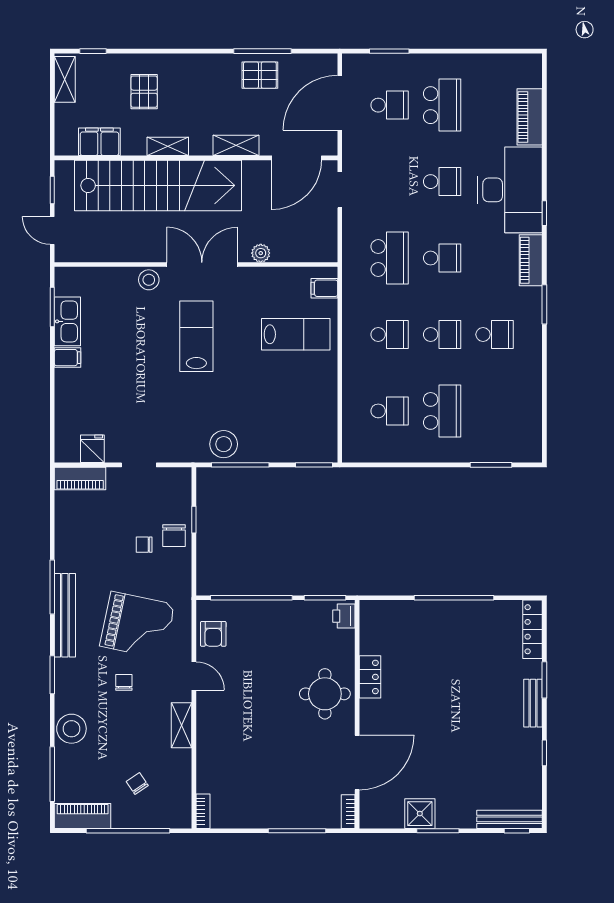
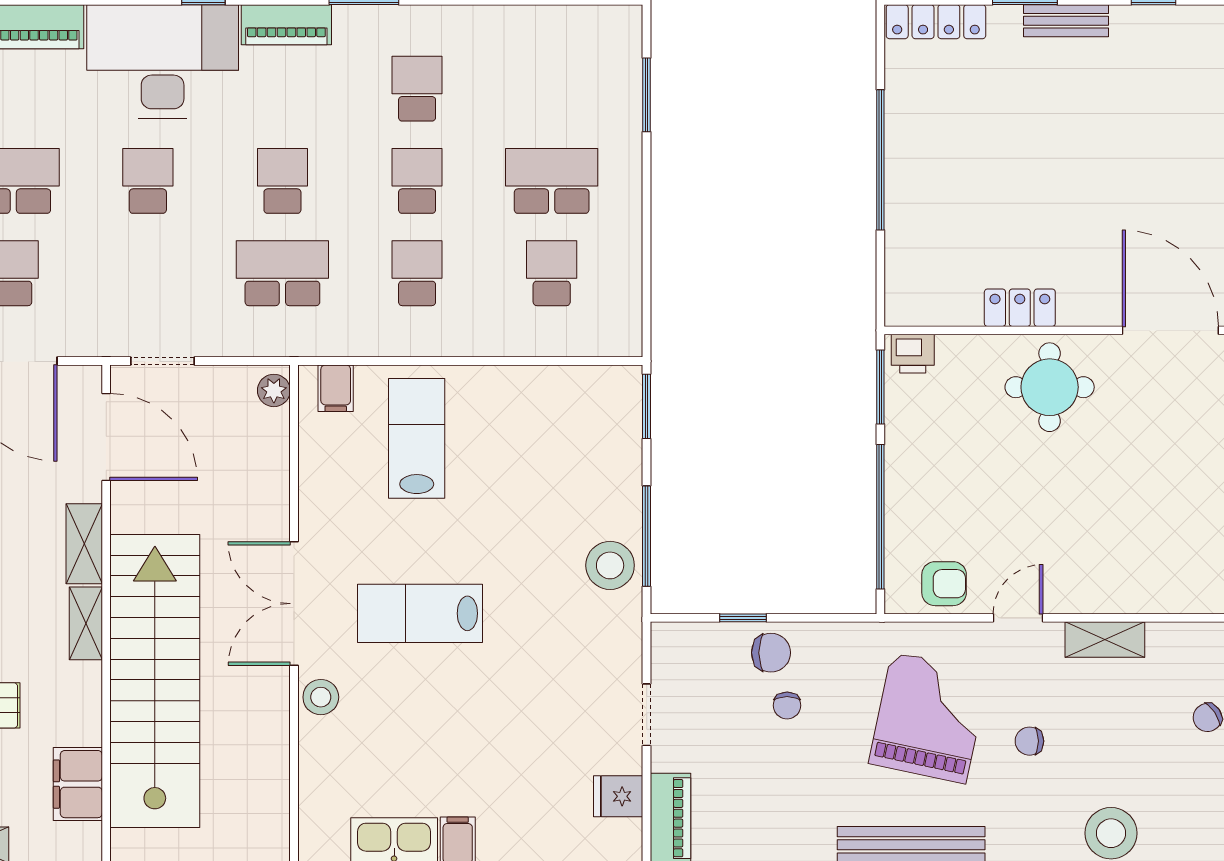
shelving: (168, 146) -> (86, 623), moved
plant: (261, 253) -> (274, 390), moved

